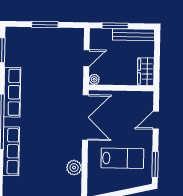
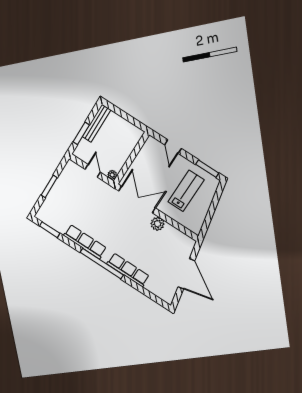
wardrobe: (146, 72) -> (130, 131), removed
plant: (74, 168) -> (157, 224), moved

